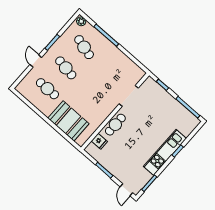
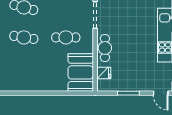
cafe table: (47, 89) -> (66, 37), moved
booth: (68, 121) -> (81, 72), moved, turned 90

